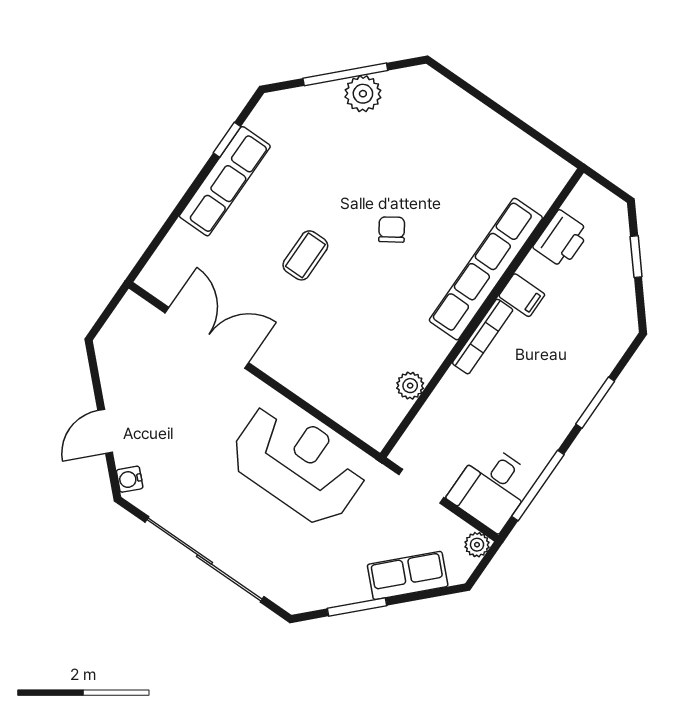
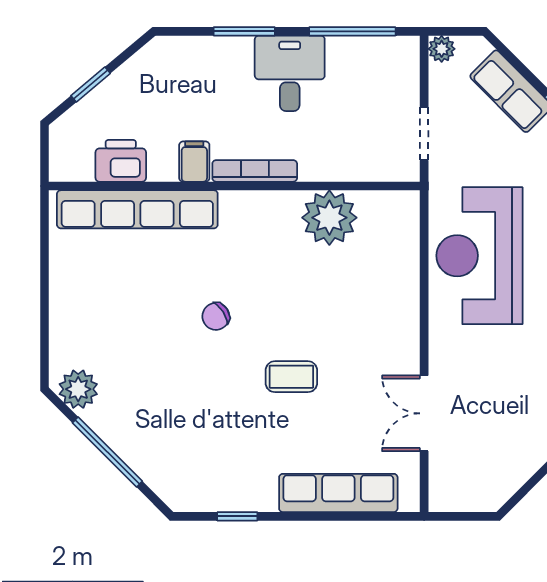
plant: (363, 94) -> (78, 389), moved
row of seats: (225, 181) -> (338, 493), moved
row of seats: (486, 269) -> (137, 209), moved
double door: (207, 338) -> (424, 413), width x0.73
plant: (410, 386) -> (329, 218), width x1.88, depth x1.88
desk: (492, 488) -> (290, 73), moved, turned -90

